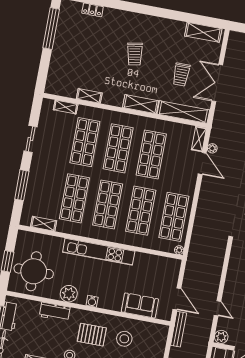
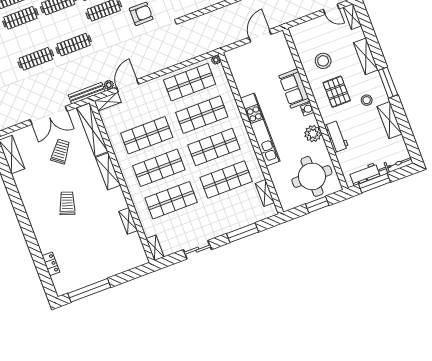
trolley: (135, 54) -> (67, 203), turned -62
trolley: (181, 75) -> (60, 151), turned -53
shelving: (66, 107) -> (155, 248), moved
sofa: (140, 305) -> (294, 89), moved
bench: (179, 329) -> (87, 93), moved

